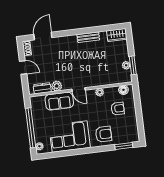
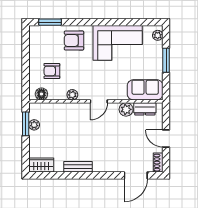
door: (78, 90) -> (99, 101), swing flipped
sofa: (59, 101) -> (145, 90), moved
window: (31, 128) -> (166, 60), width x0.47

